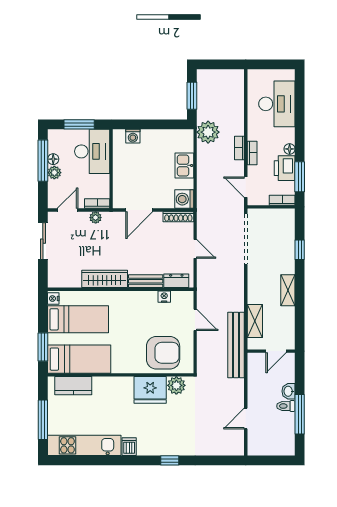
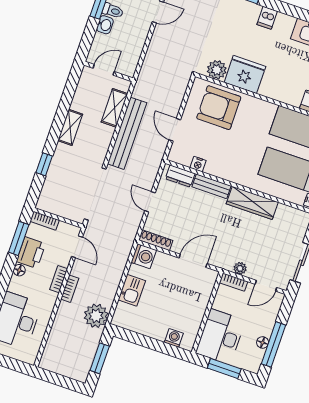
plant: (54, 173) -> (266, 328), removed
bench: (236, 345) -> (127, 133), moved
dishwasher: (129, 447) -> (267, 18), moved

